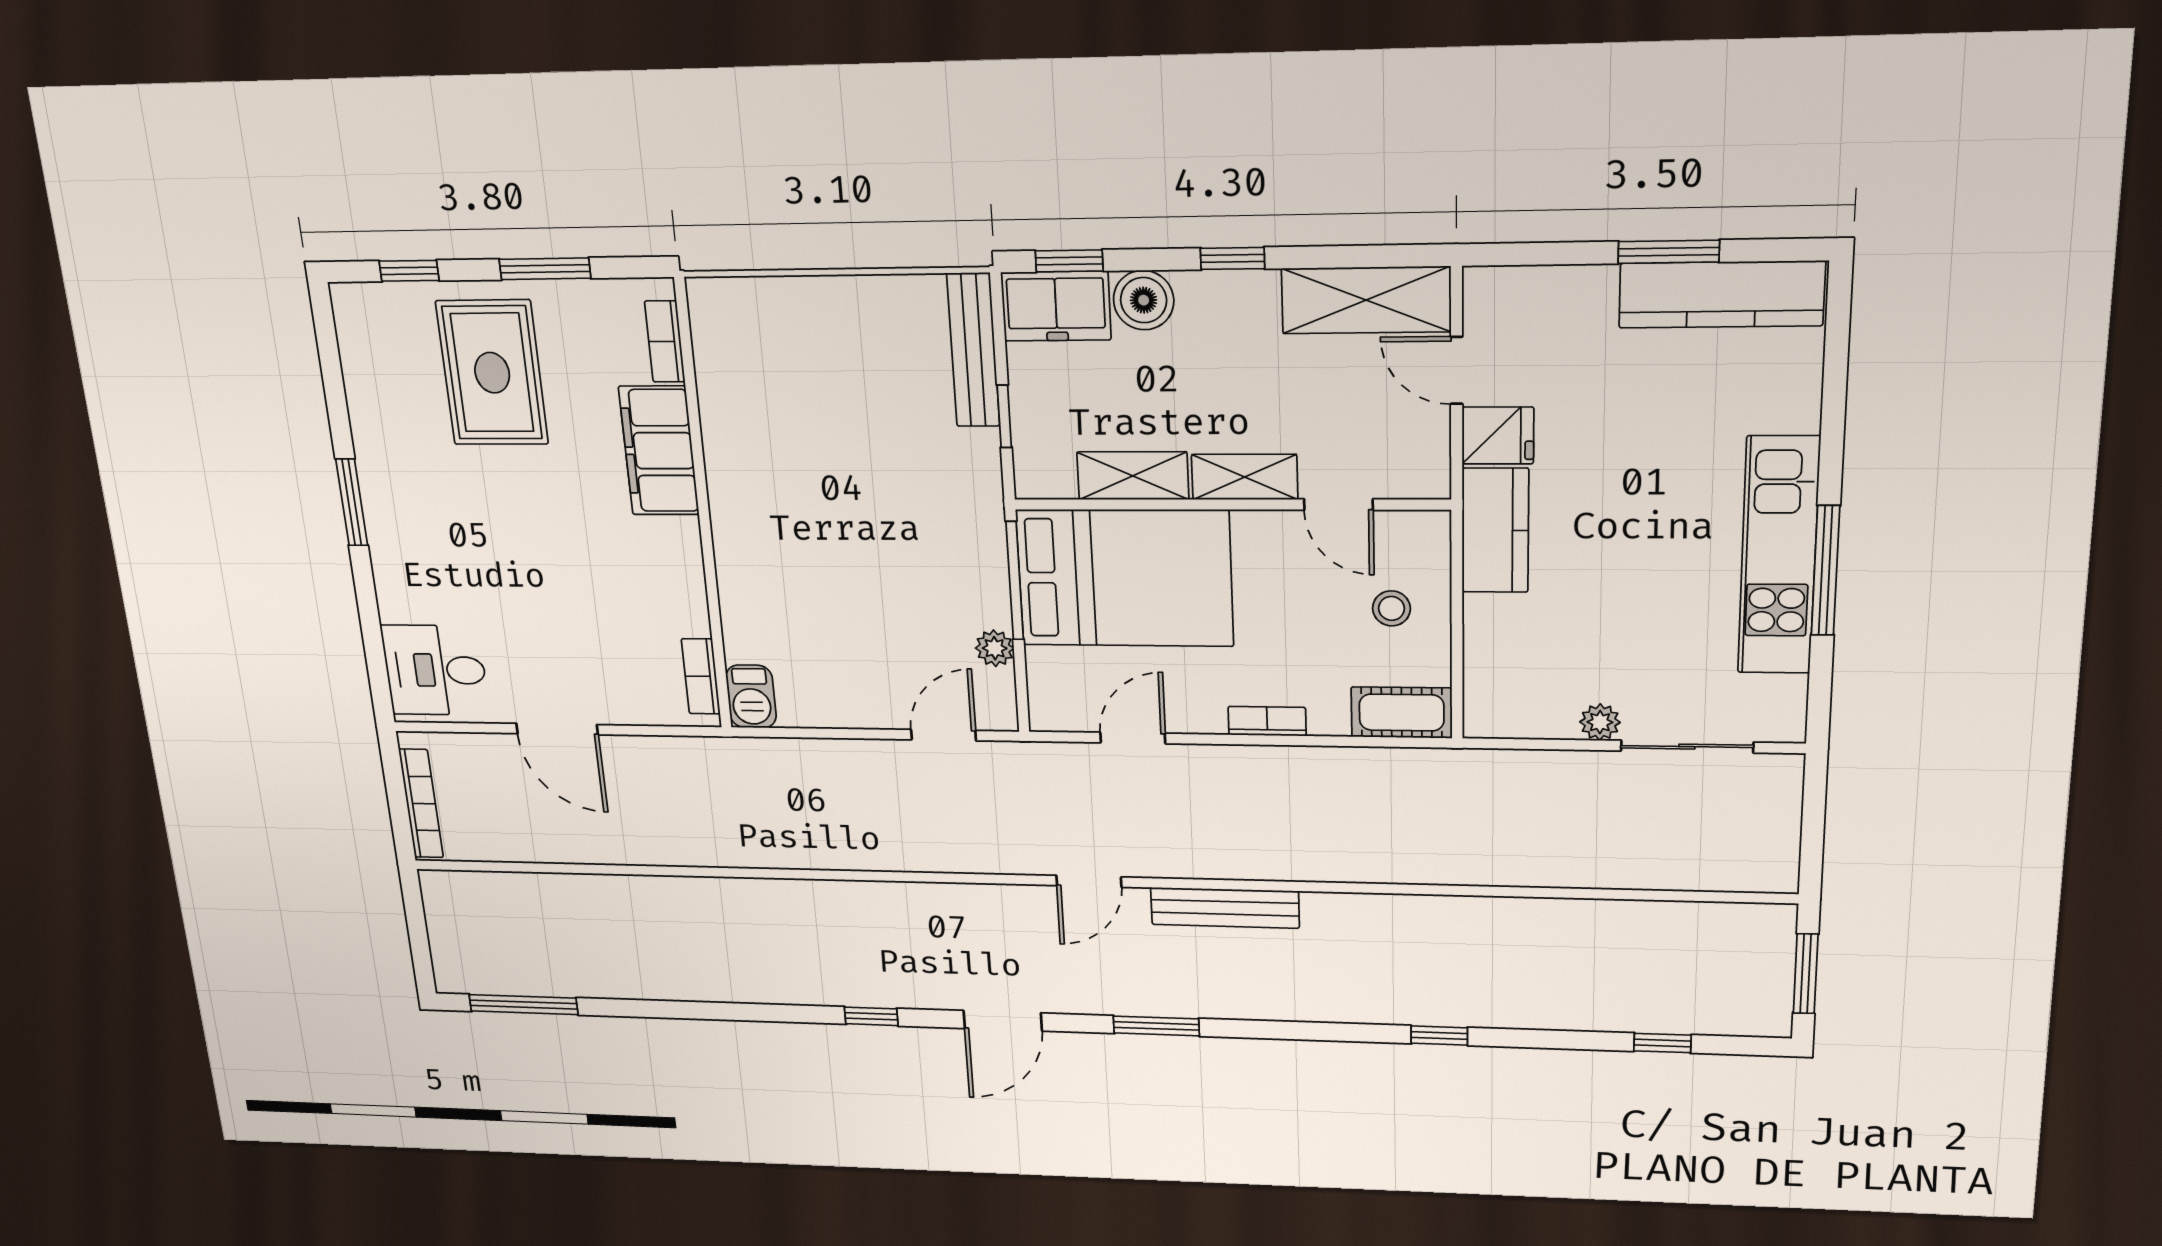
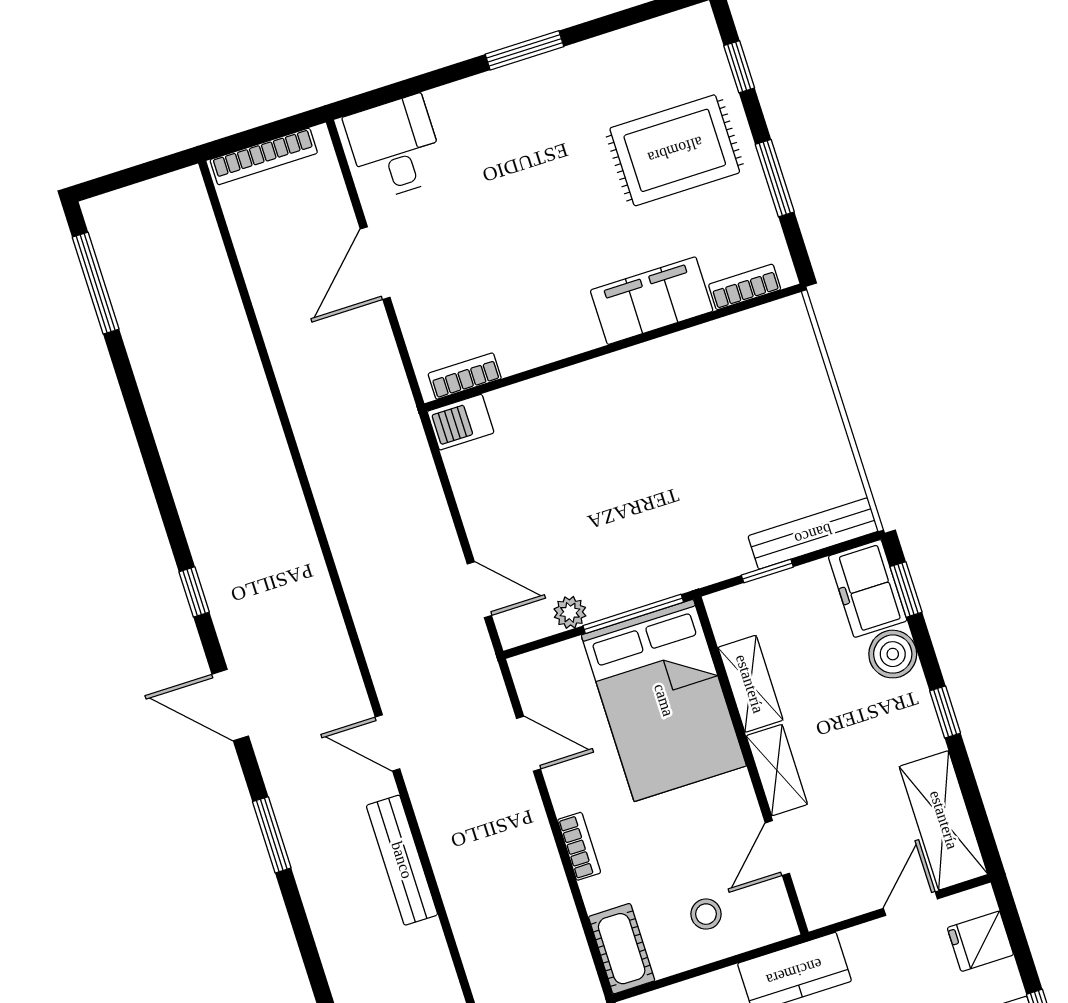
fridge: (1498, 436) -> (980, 941), moved, turned 90

